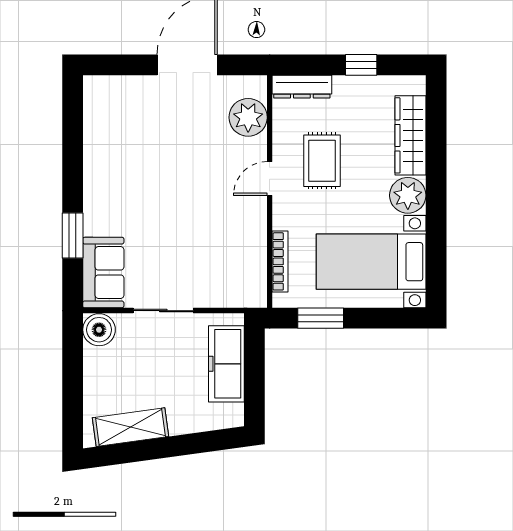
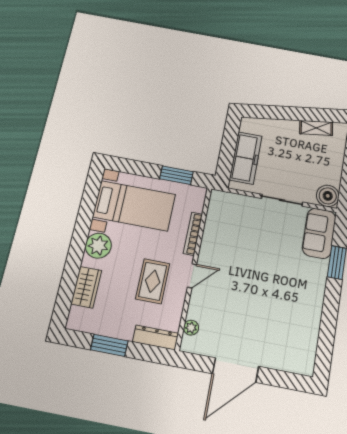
window: (361, 65) -> (109, 345), width x1.50
plant: (248, 117) -> (191, 328), width x0.53, depth x0.53
wardrobe: (410, 135) -> (86, 287), width x0.67
bookcase: (280, 261) -> (193, 234), moved
shelving: (130, 427) -> (316, 128), width x0.67, depth x0.75

